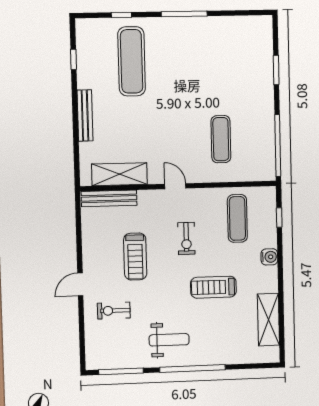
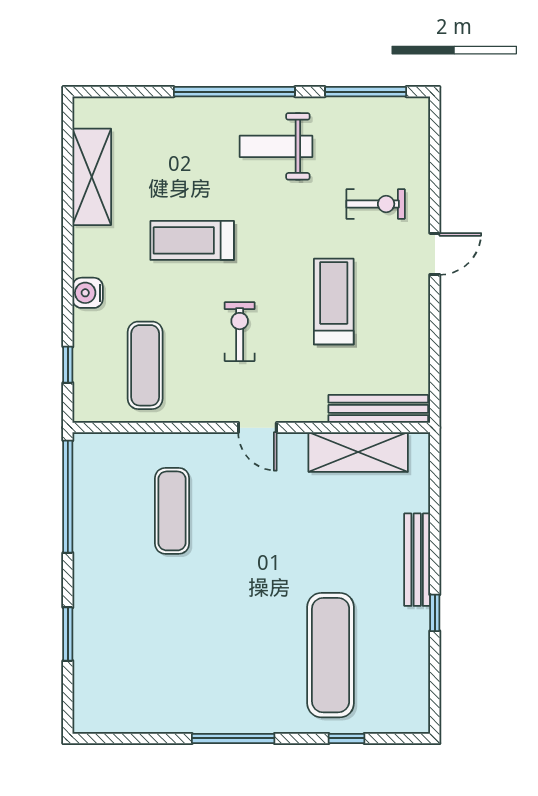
window: (73, 59) -> (435, 613), moved
treadmill: (213, 287) -> (192, 240), turned 180

